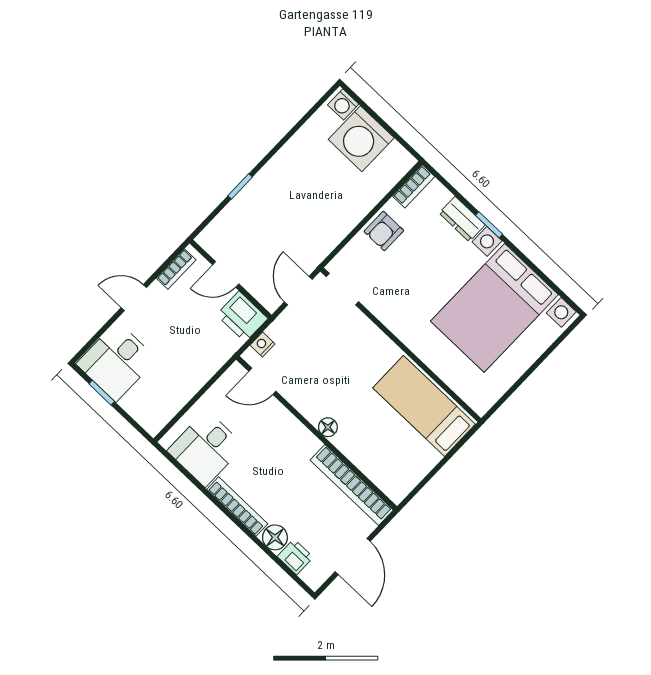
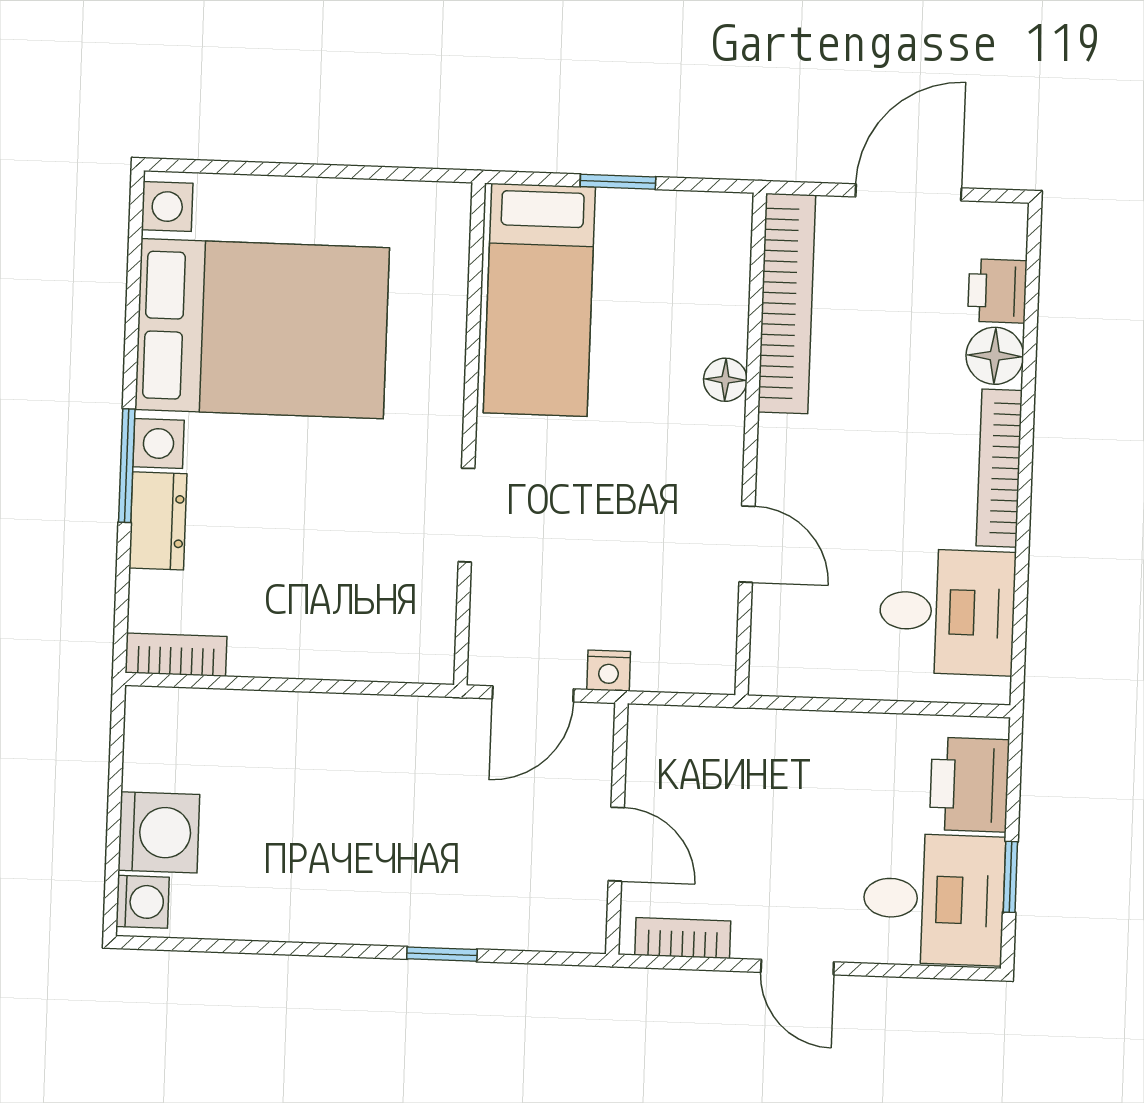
washing machine: (361, 139) -> (159, 832), width x0.73, depth x0.73
window: (489, 225) -> (127, 466), width x1.50
armchair: (384, 231) -> (299, 638), removed
doorway: (342, 289) -> (466, 515), moved
printer: (242, 317) -> (969, 785), moved, turned 180
nightstand: (262, 344) -> (609, 671), moved
door: (262, 381) -> (747, 544), moved
floor lamp: (328, 427) -> (725, 380), moved
window: (440, 465) -> (618, 182), added

